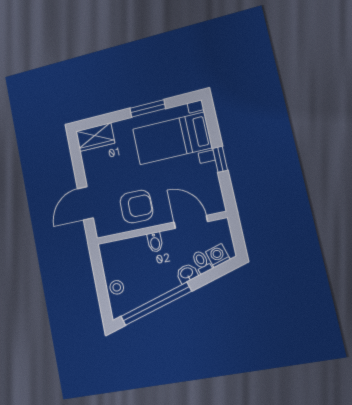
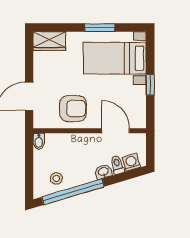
bidet: (155, 242) -> (39, 141), moved
stool: (117, 287) -> (56, 178), moved

